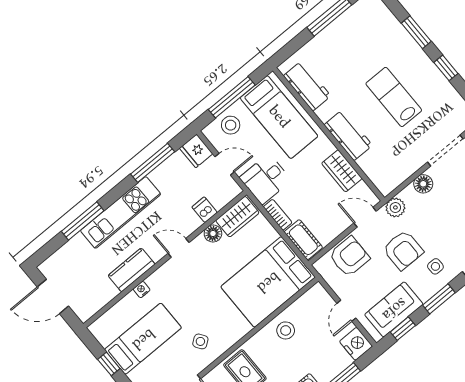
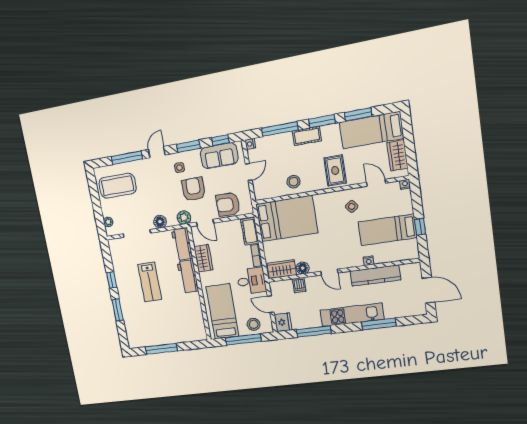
workbench: (307, 86) -> (182, 244), moved
kitchen counter: (131, 270) -> (375, 275), width x1.50
nightstand: (356, 344) -> (250, 144), width x0.53, depth x0.56

